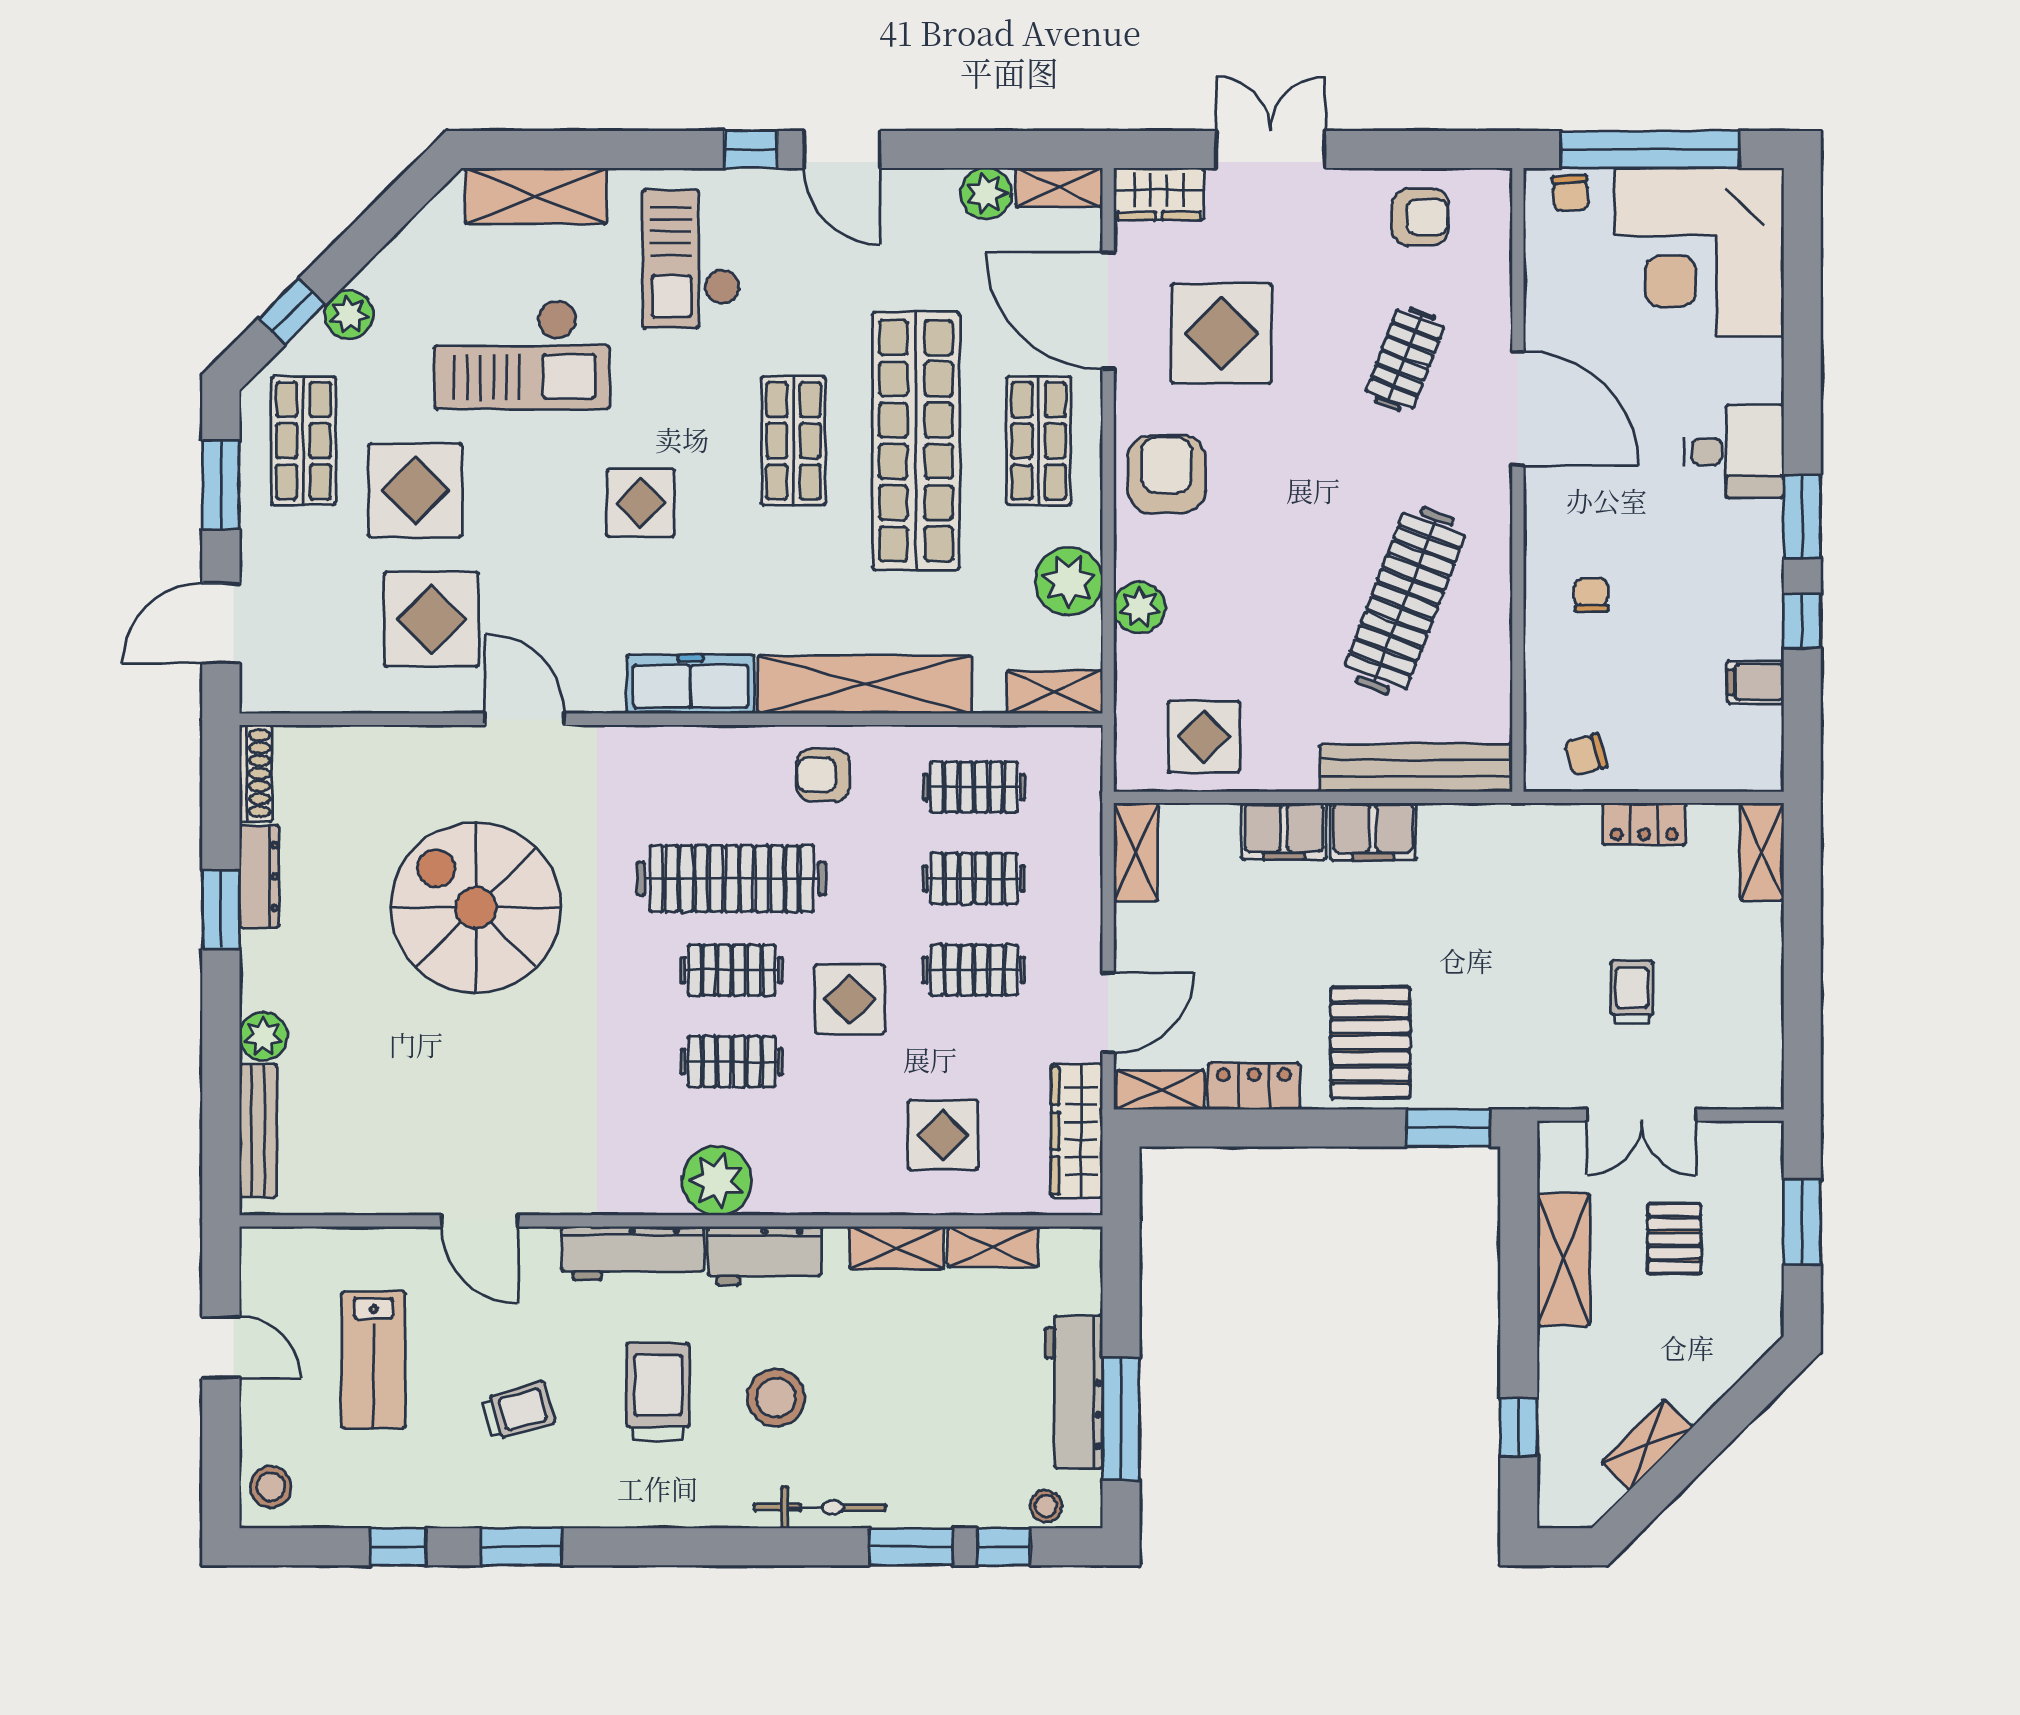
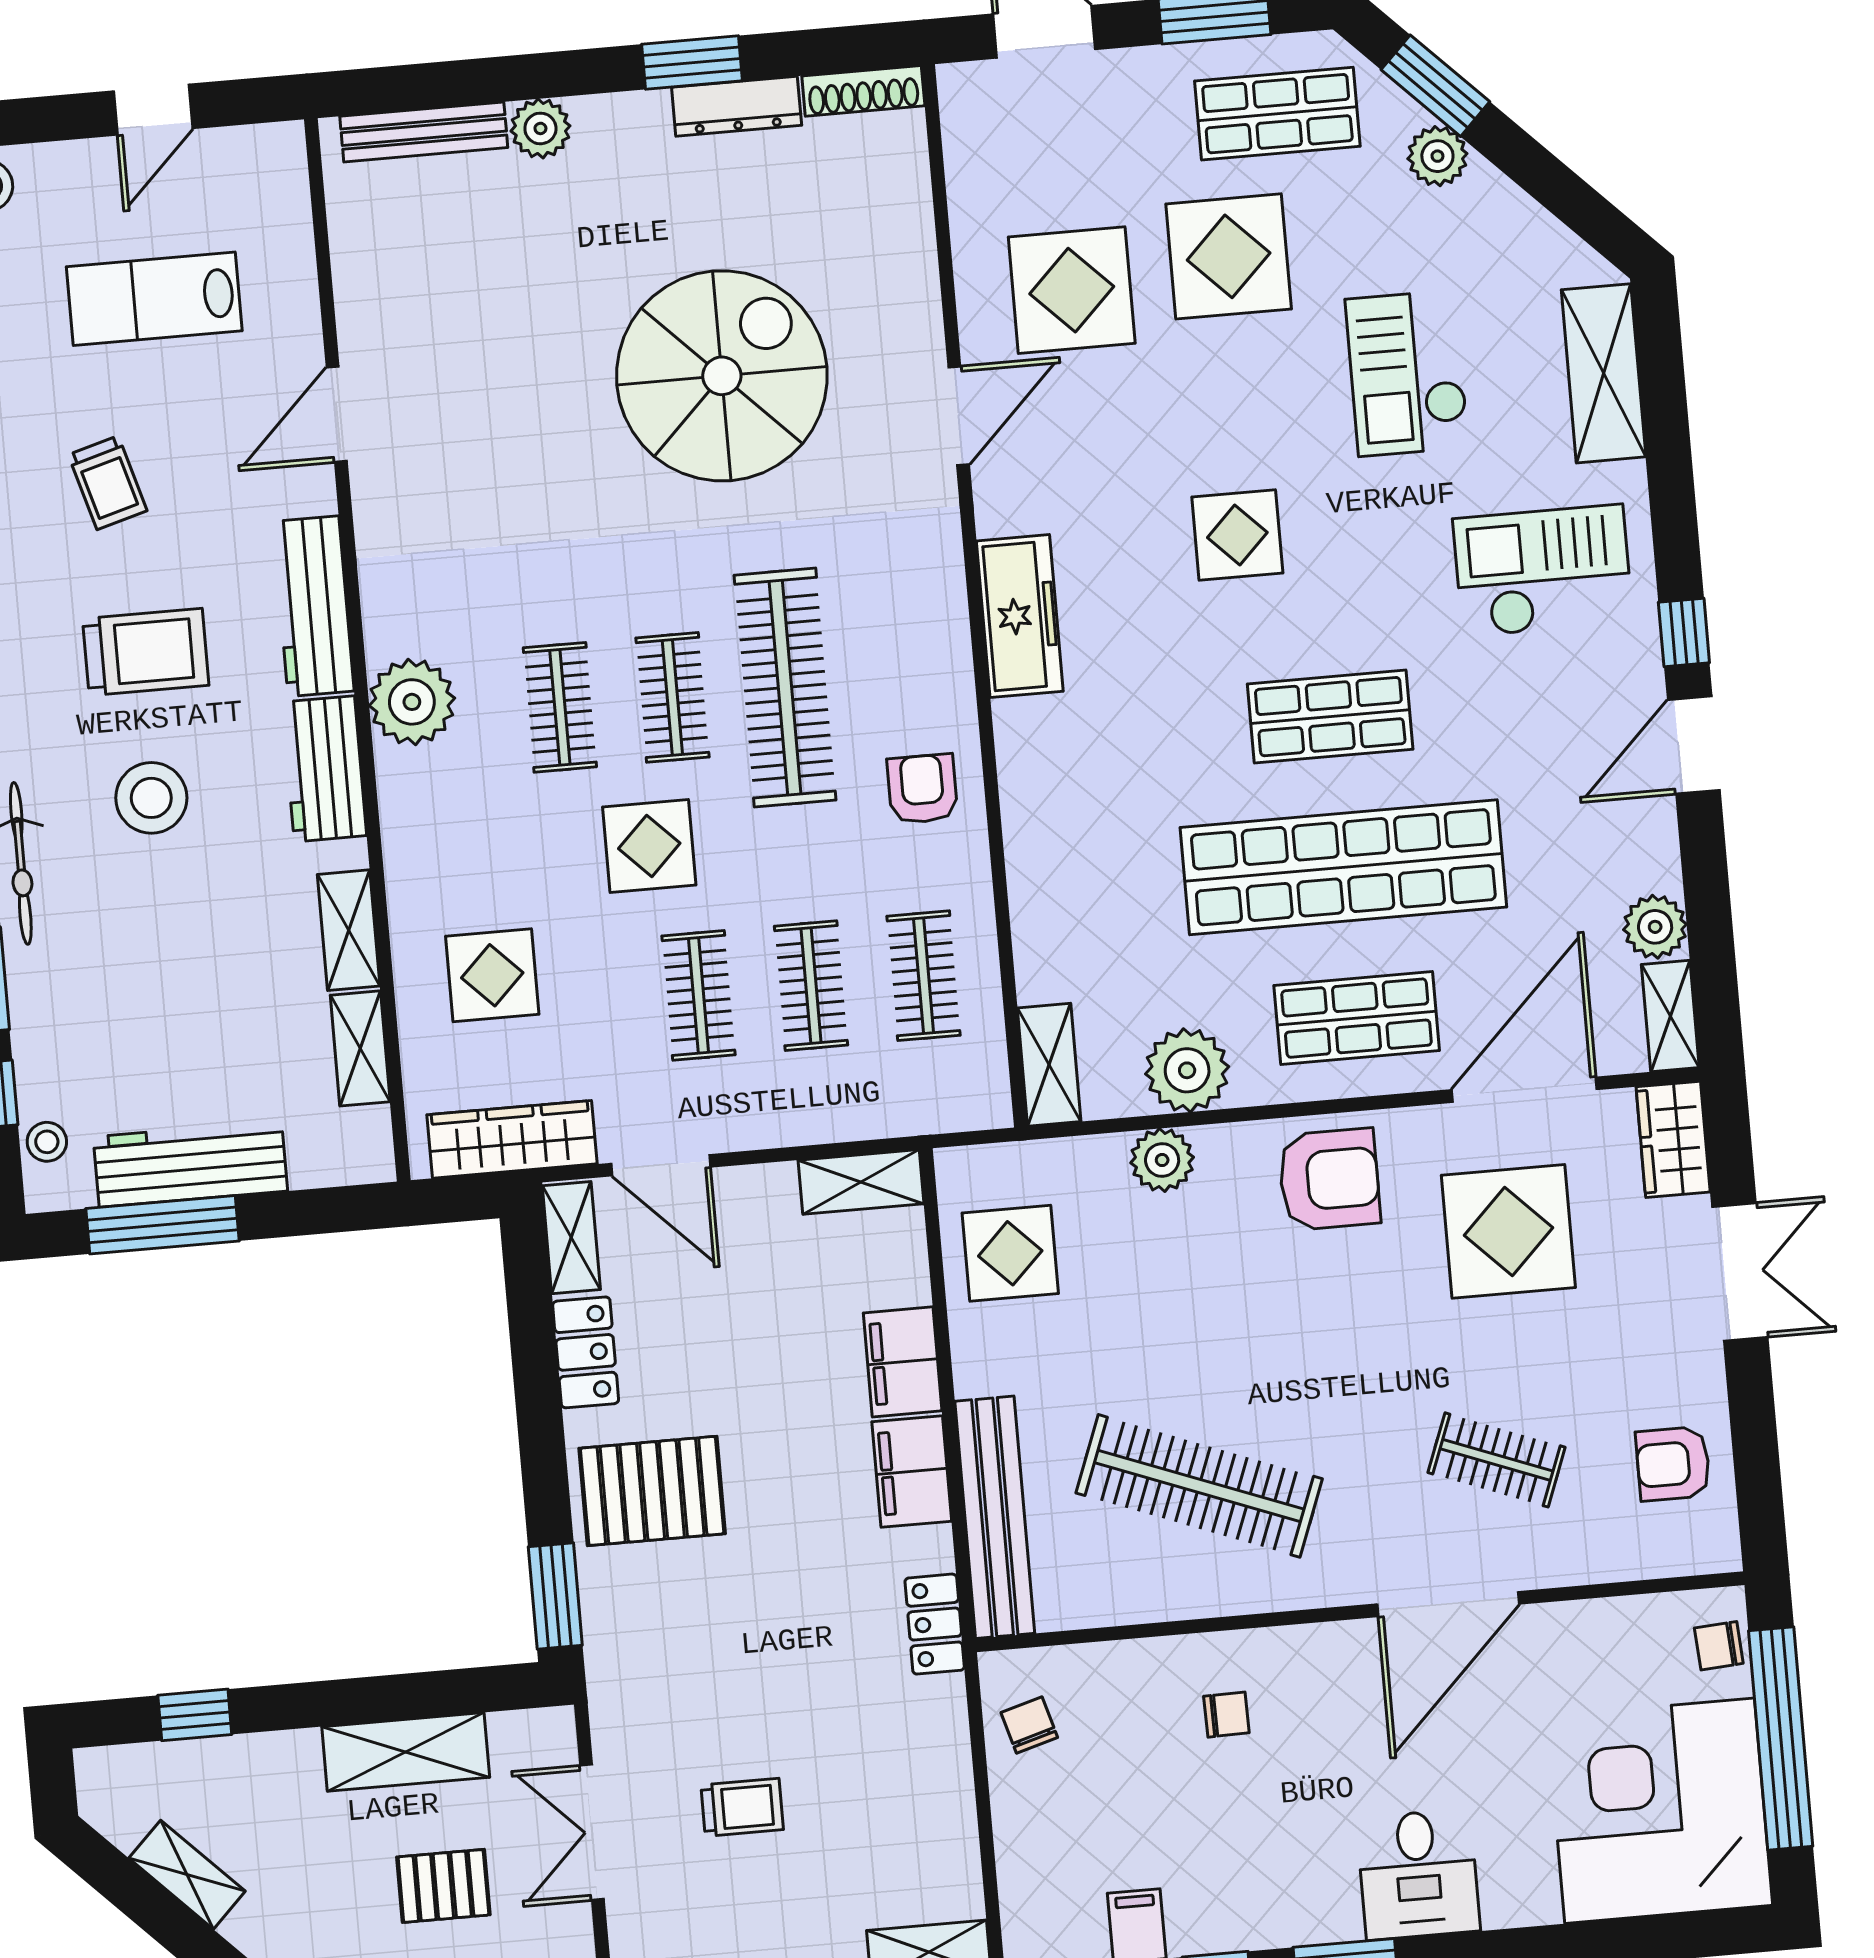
armchair: (1421, 217) -> (1673, 1464), turned 90
window: (292, 311) -> (1435, 86), width x1.50
checkout: (522, 354) -> (1407, 373), width x0.73, depth x0.83
shelving: (865, 685) -> (1038, 831), removed
locker: (1644, 824) -> (935, 1624), moved

